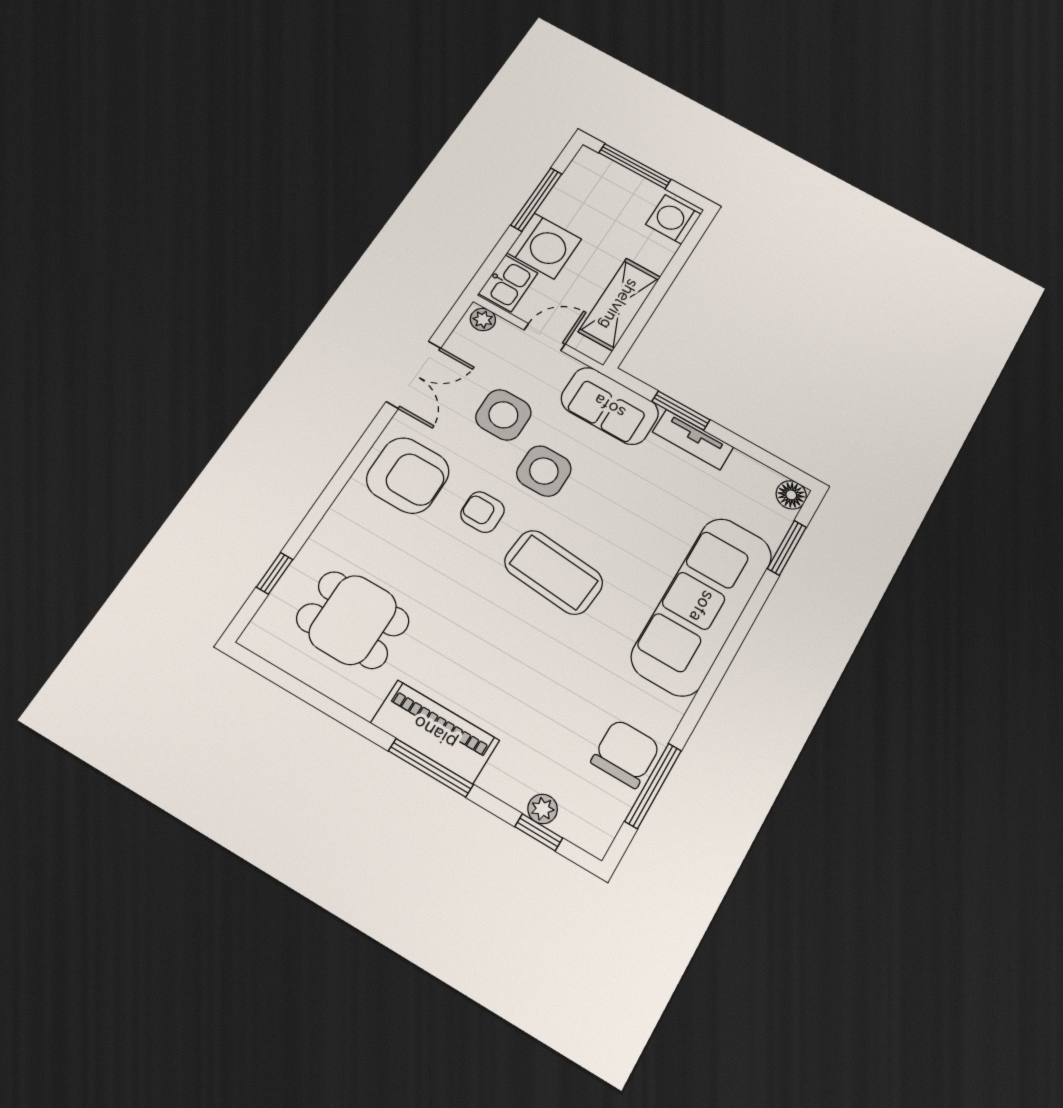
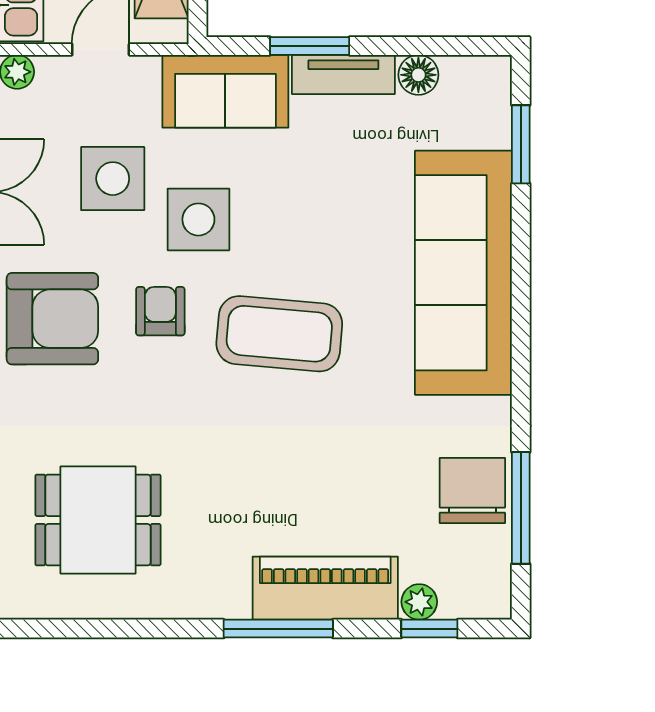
floor lamp: (791, 495) -> (418, 75), moved
armchair: (482, 512) -> (160, 311), turned 90
piano: (435, 732) -> (325, 588), moved

